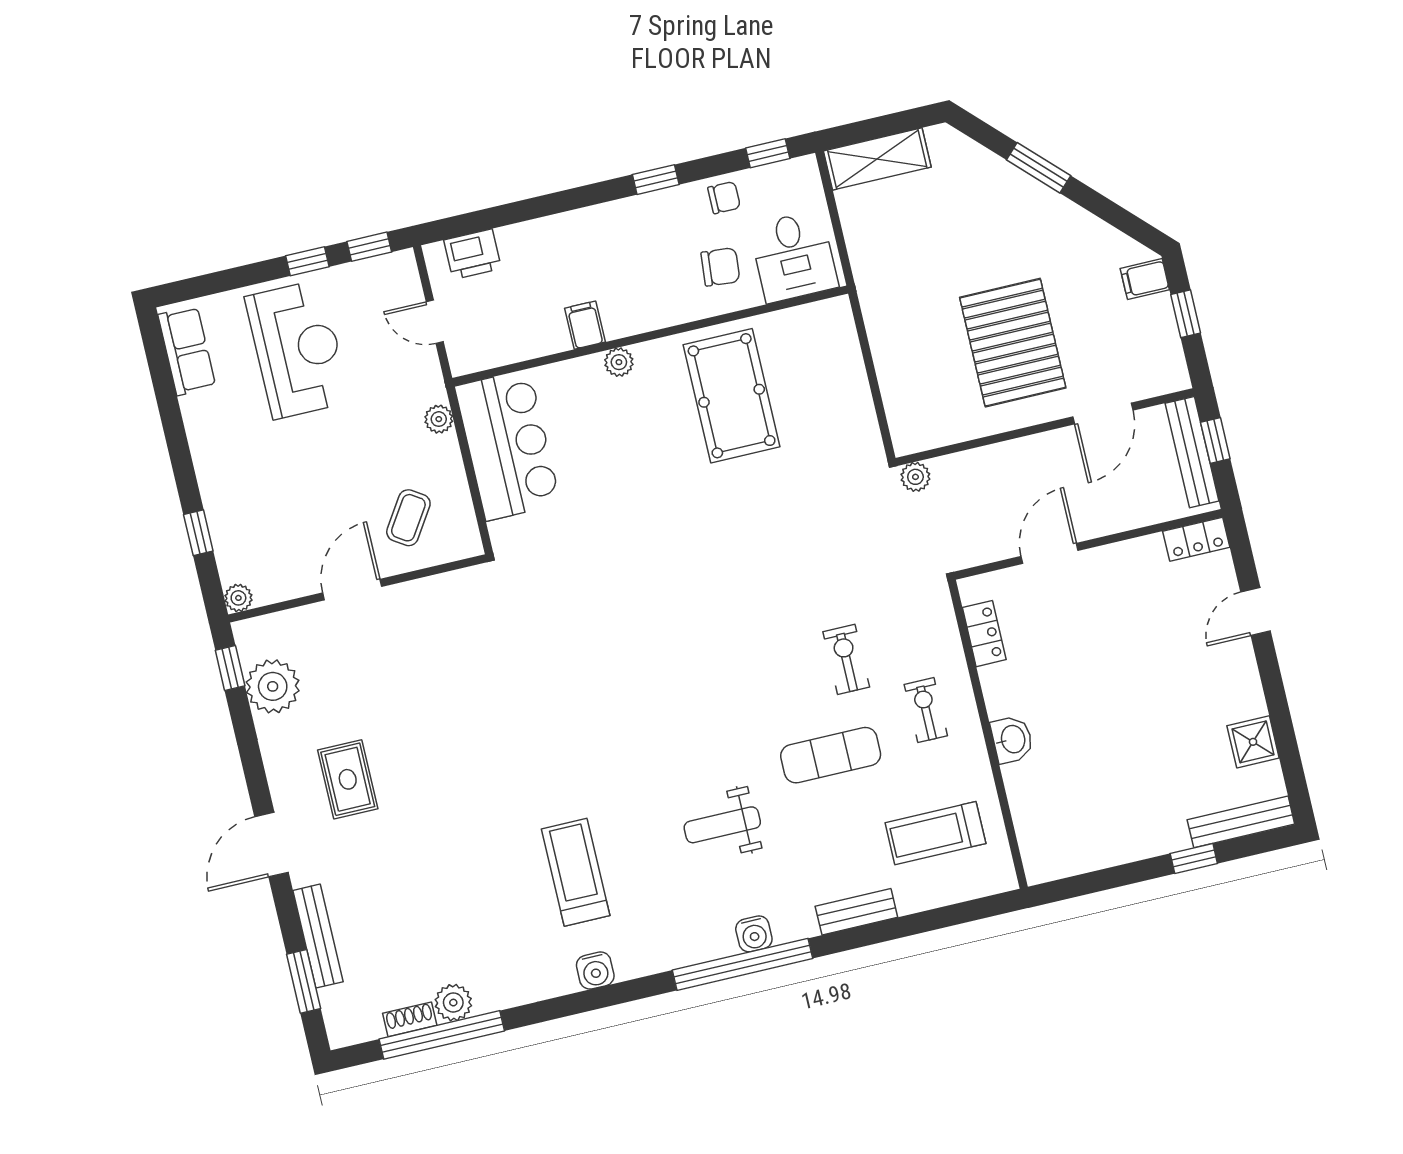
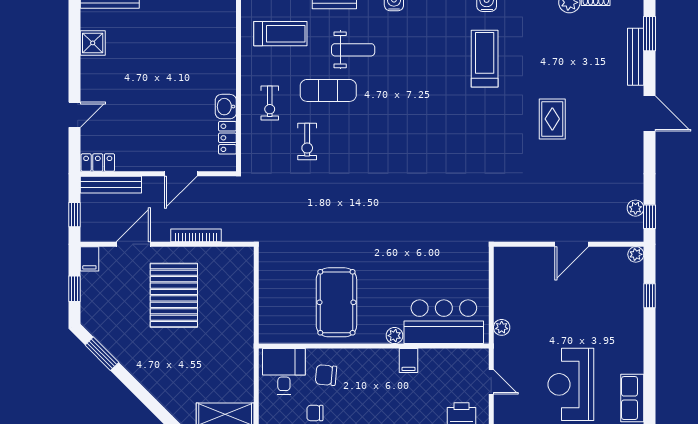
window: (1039, 168) -> (102, 354), moved
filing cabinet: (1145, 279) -> (89, 259), moved, turned 90
bar counter: (508, 445) -> (444, 322), moved, turned 90
bench: (1192, 452) -> (111, 185), moved, turned 90
bookcase: (999, 454) -> (196, 235), added
plant: (915, 477) -> (245, 233), removed
coffee table: (408, 518) -> (531, 277), removed
plant: (273, 686) -> (635, 208), width x0.53, depth x0.53
washbasin: (1012, 739) -> (226, 107), moved
rug: (348, 779) -> (552, 119), moved
weight bench: (722, 825) -> (353, 50), moved
door: (271, 845) -> (650, 114), hinge flipped
treadmill: (576, 872) -> (485, 59), turned 180

